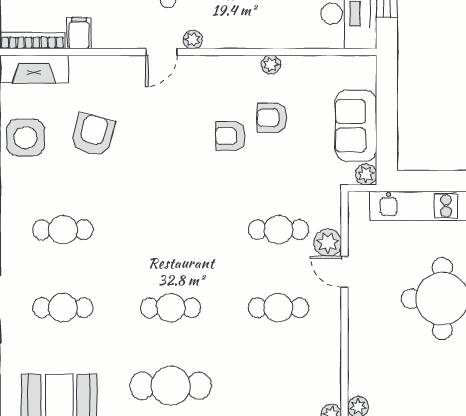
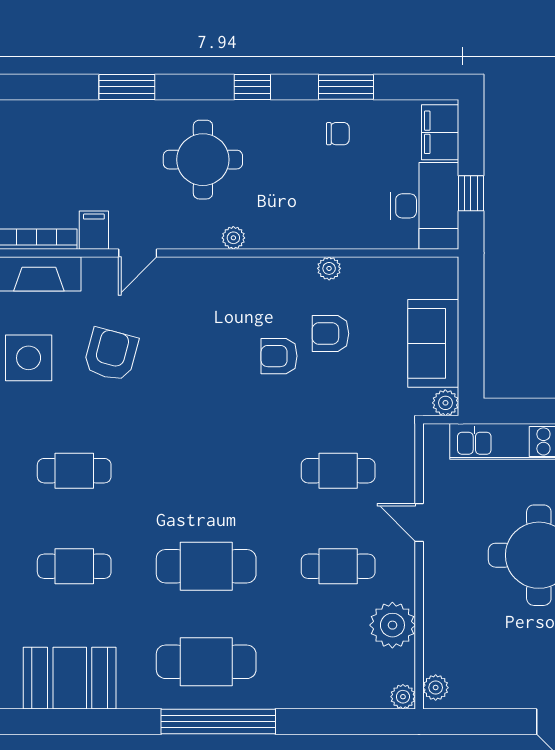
door: (161, 52) -> (138, 253), moved
plant: (328, 243) -> (392, 625), moved, width x1.36, depth x1.36
cafe table: (171, 308) -> (206, 566), width x1.37, depth x1.35

